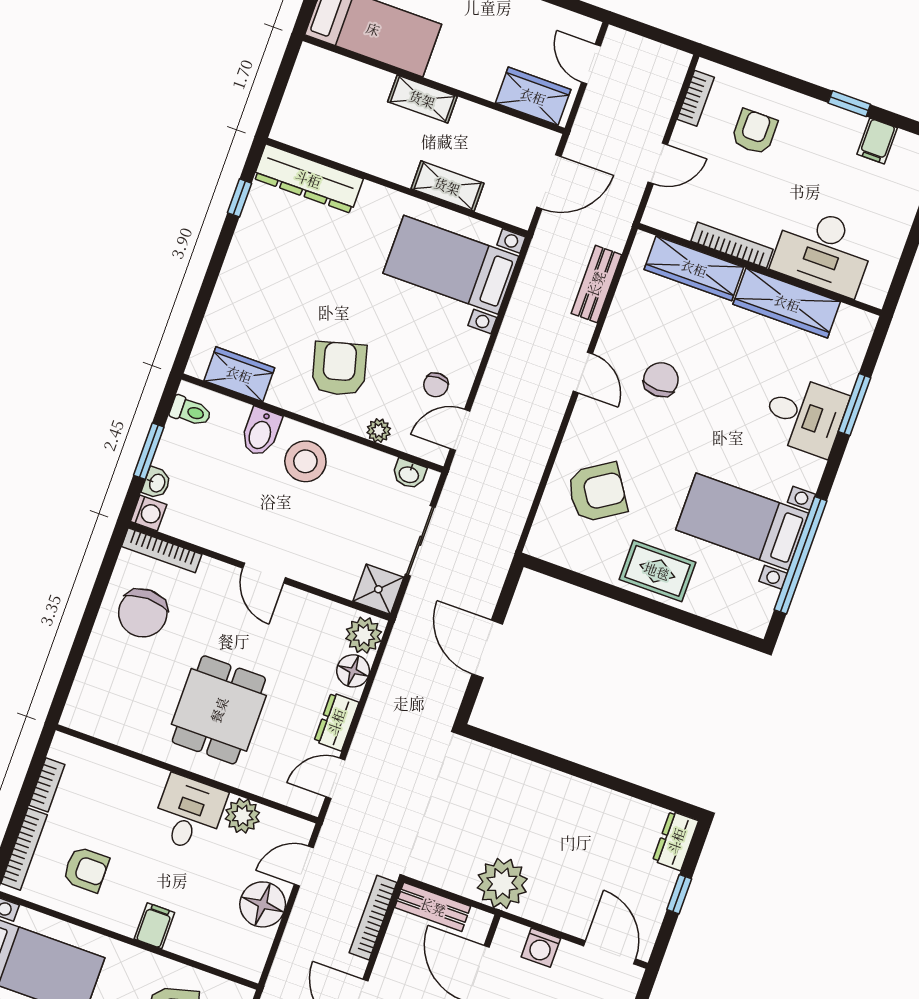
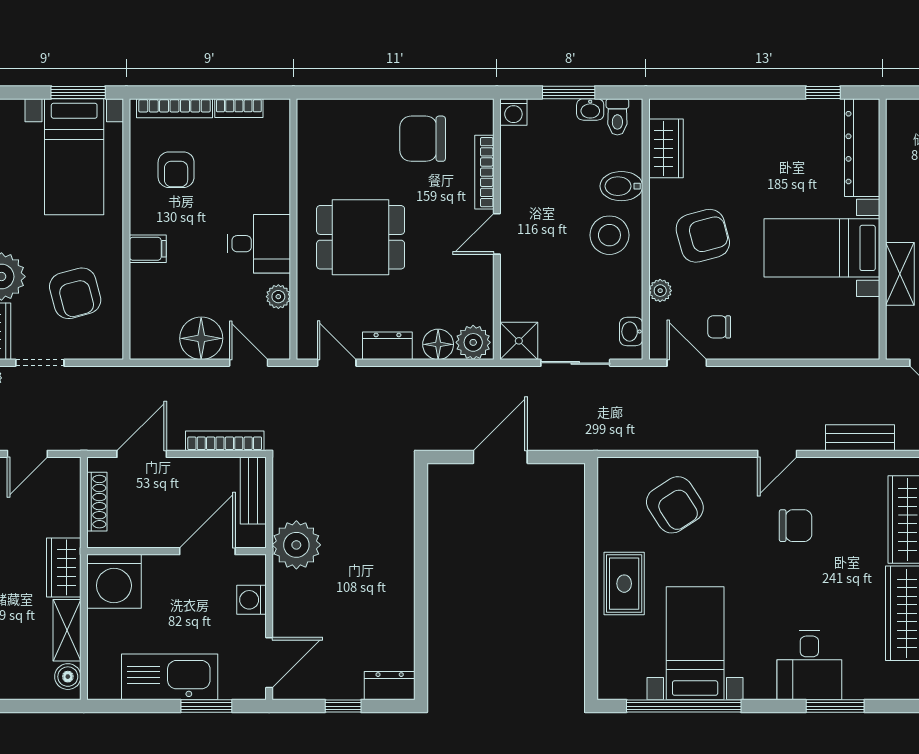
bed with nightstands: (451, 265) -> (822, 248), moved, turned -90
washbasin: (157, 483) -> (590, 109), moved
bookcase: (162, 550) -> (484, 172), moved
plant: (242, 816) -> (278, 297), width x0.73, depth x0.73

